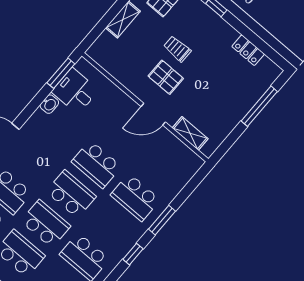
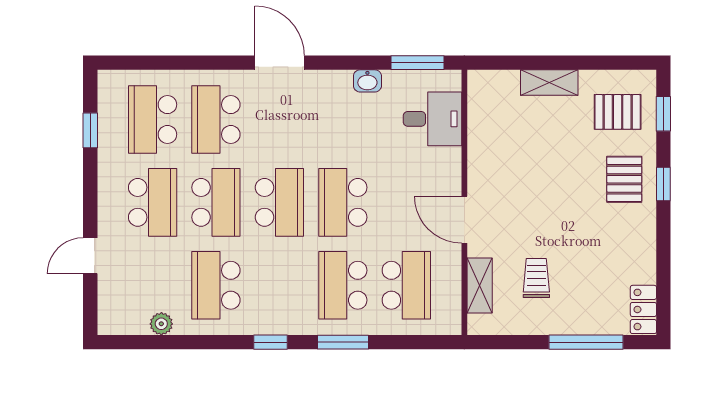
trolley: (177, 49) -> (536, 278), moved
locker: (248, 50) -> (643, 309), moved
pallet: (166, 77) -> (624, 179), moved
desk: (75, 91) -> (432, 119), moved, turned 90
school desk: (161, 168) -> (406, 285), added

